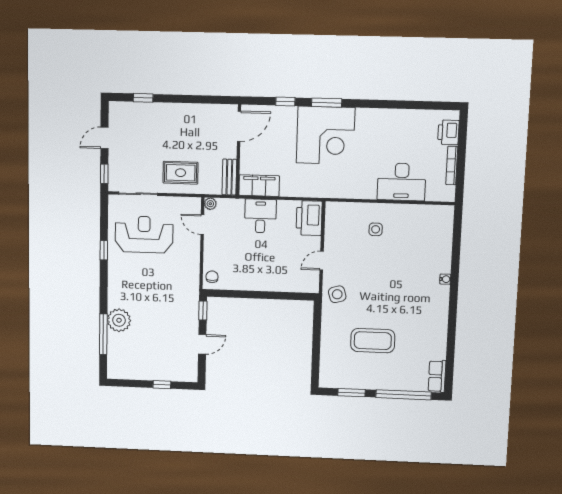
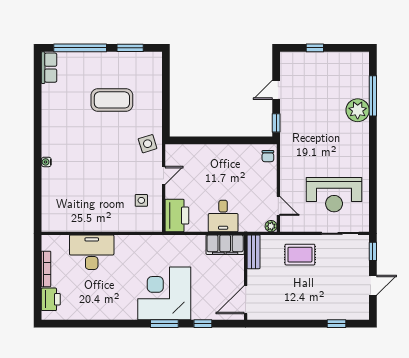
side table: (376, 229) -> (141, 200), moved
window: (104, 250) -> (373, 178), removed

